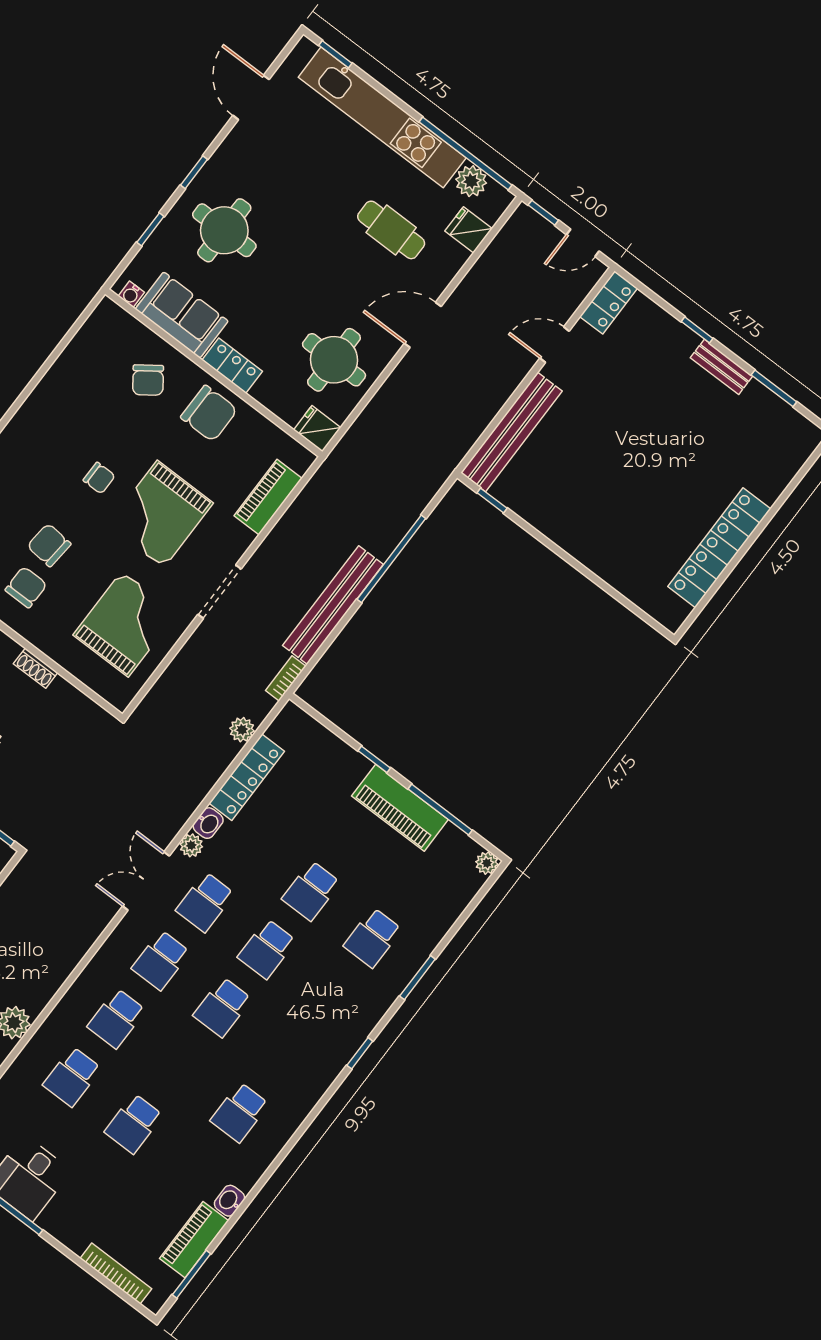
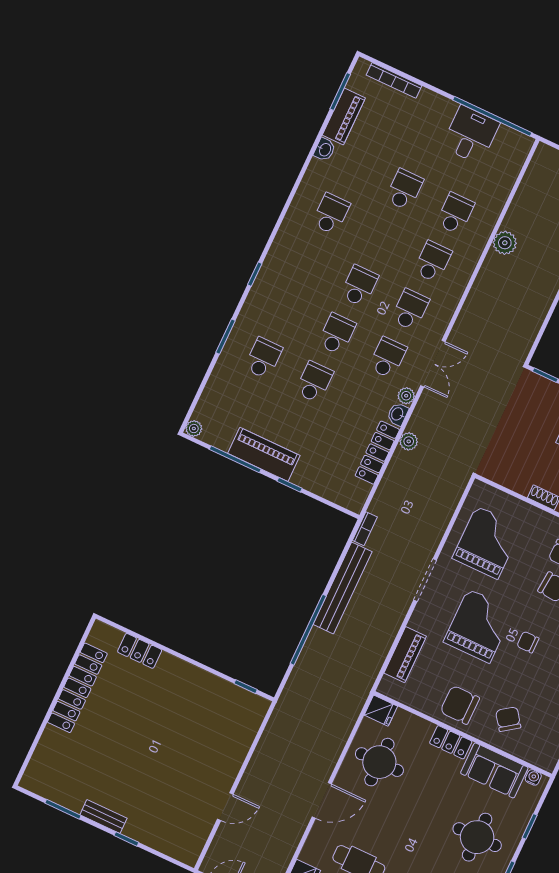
locker: (609, 302) -> (140, 651), moved, turned -90
bench: (511, 432) -> (242, 738), removed
grand piano: (125, 624) -> (487, 543), turned 180
plant: (242, 730) -> (409, 441), moved

